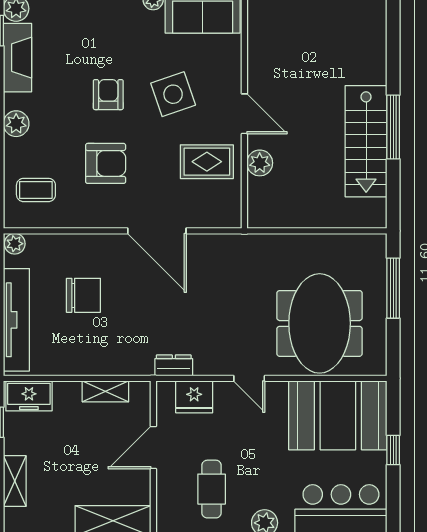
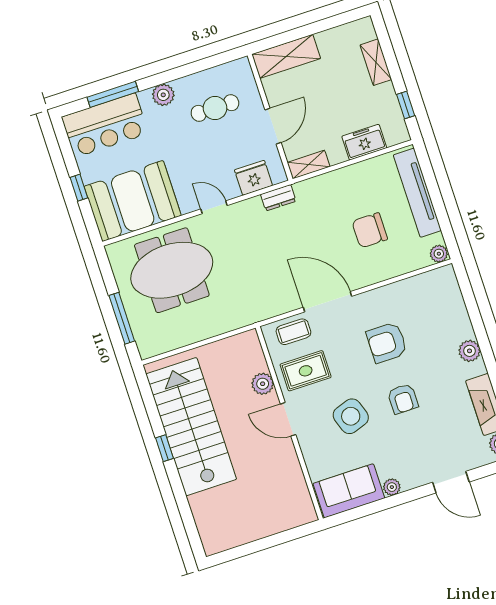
window: (393, 127) -> (165, 448), width x0.46
stairs: (366, 141) -> (191, 427), width x1.36, depth x1.51
coffee table: (36, 190) -> (293, 332), moved
meeting table: (320, 323) -> (172, 270), turned 90
shelving: (105, 391) -> (309, 165), moved
freezer: (29, 396) -> (364, 142), moved
cafe table: (212, 489) -> (215, 108), turned 90

